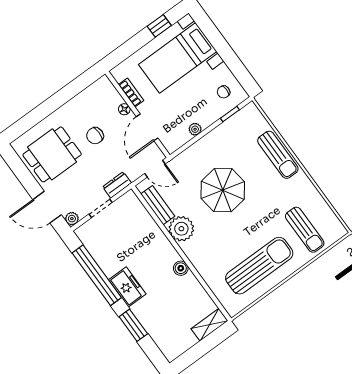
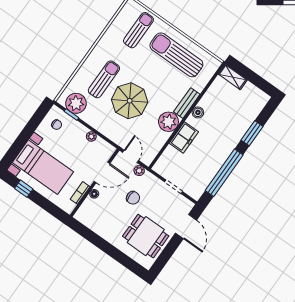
plant: (241, 124) -> (76, 103), added
chair: (95, 136) -> (133, 198), moved
sun lounger: (278, 155) -> (104, 79), moved
dresser: (117, 185) -> (152, 180), removed
bench: (158, 205) -> (187, 103), moved
plant: (72, 219) -> (139, 171), moved
freezer: (127, 287) -> (184, 137), moved, turned 180

